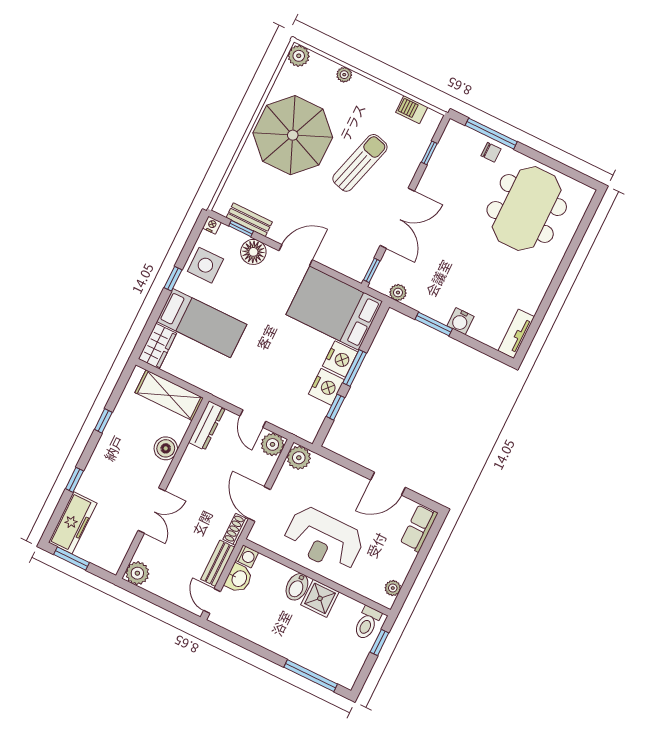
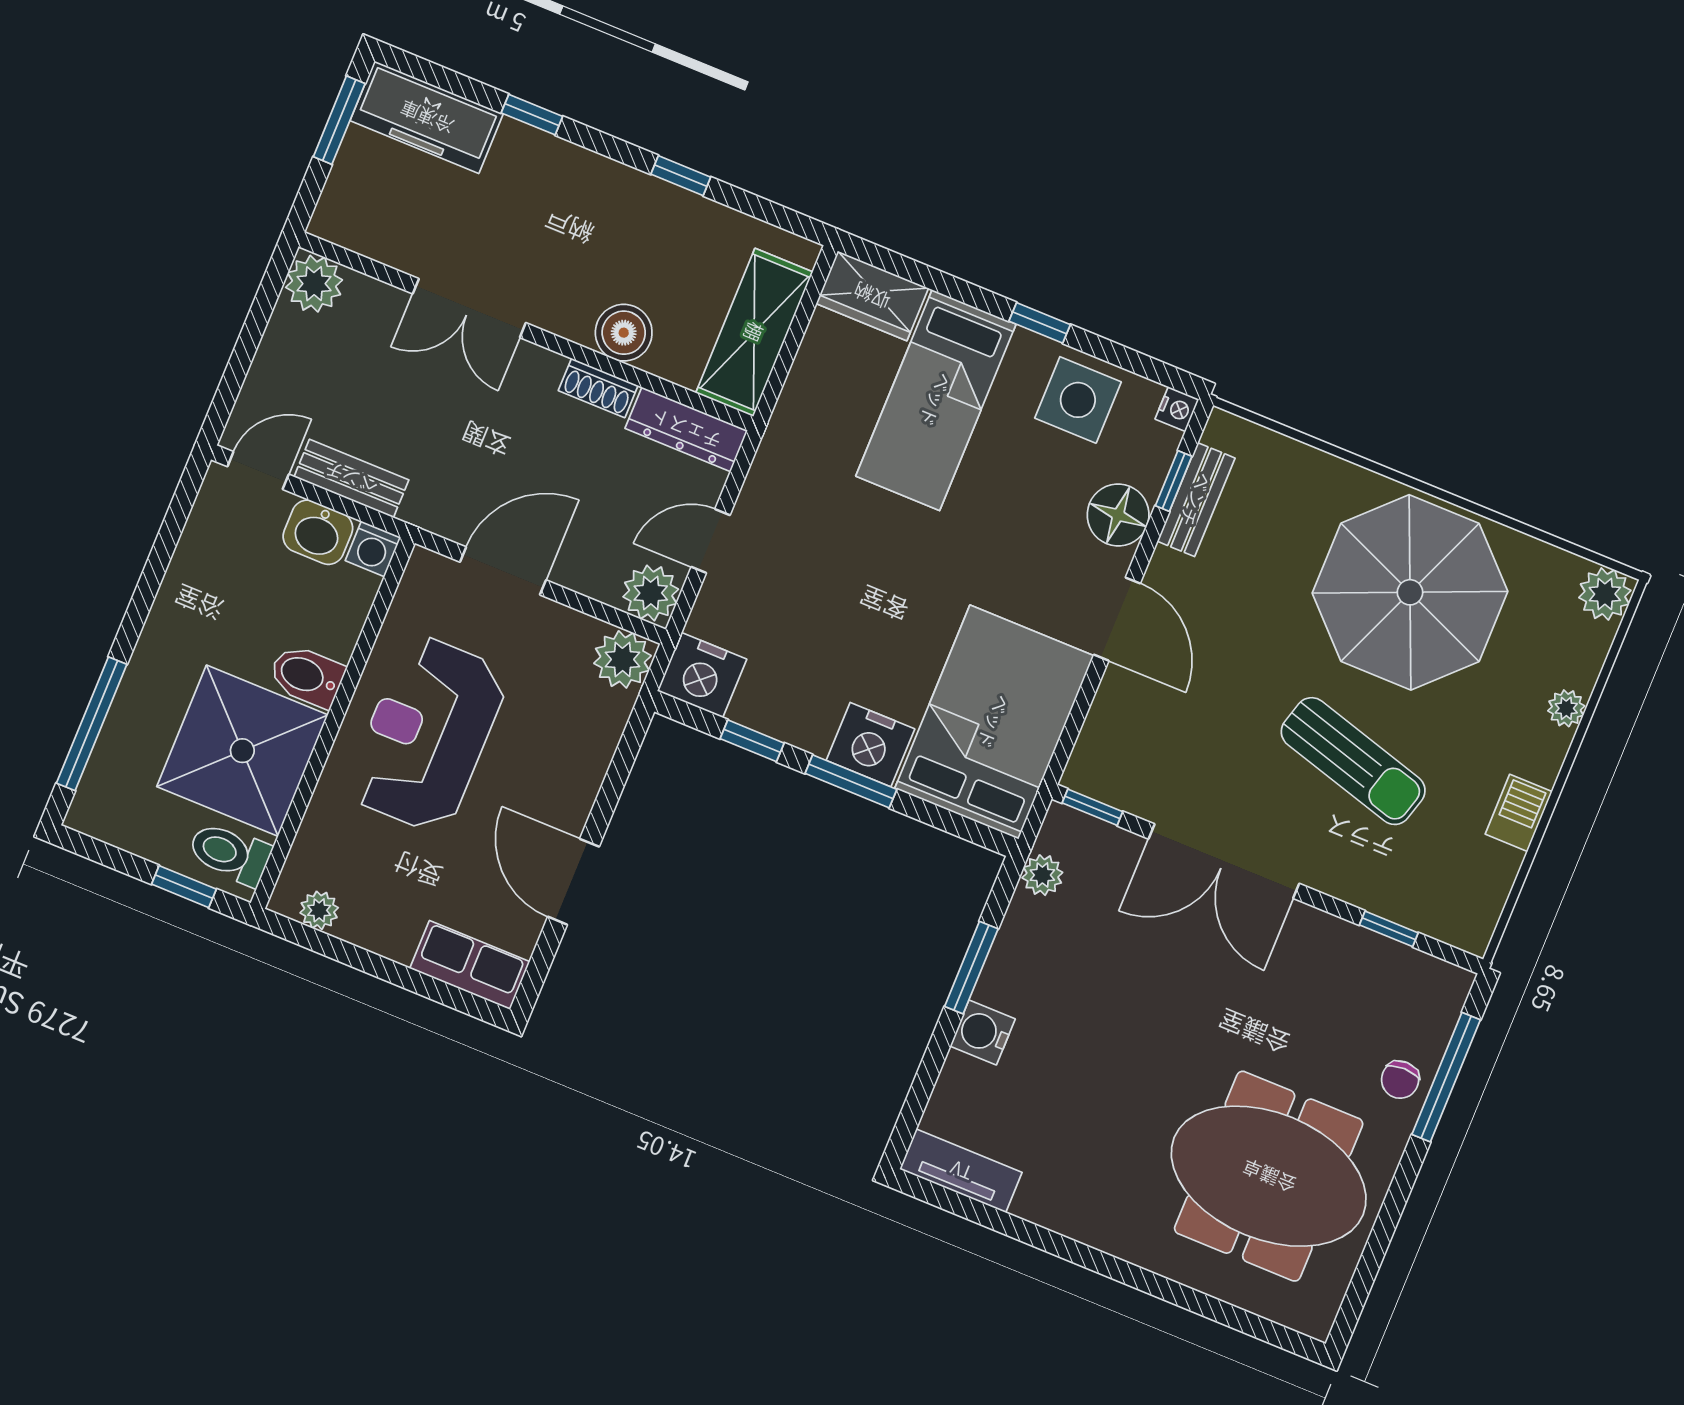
barbecue: (412, 110) -> (1519, 813), moved
nightstand: (326, 387) -> (702, 675), moved
shoe rack: (236, 529) -> (598, 388), moved, turned 180
shower: (320, 598) -> (242, 751), width x1.86, depth x1.86

